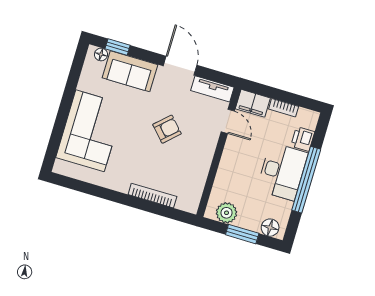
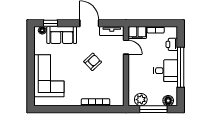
desk: (282, 172) -> (166, 71), width x0.73
window: (242, 234) -> (153, 109), width x1.44

